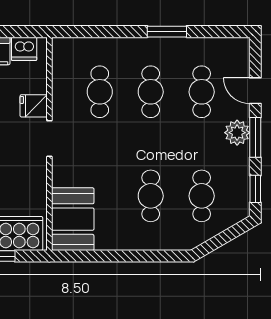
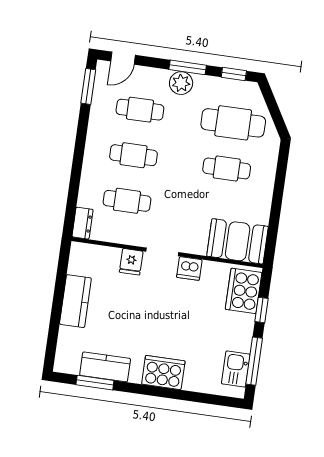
window: (167, 32) -> (88, 86), moved
dresser: (68, 47) -> (82, 223), added
dishwasher: (24, 49) -> (189, 268), moved, turned 90
door: (255, 91) -> (123, 58), moved
cafe table: (202, 196) -> (233, 123), width x1.37, depth x1.35

